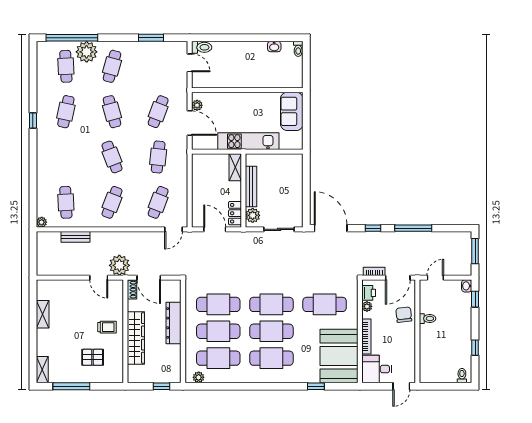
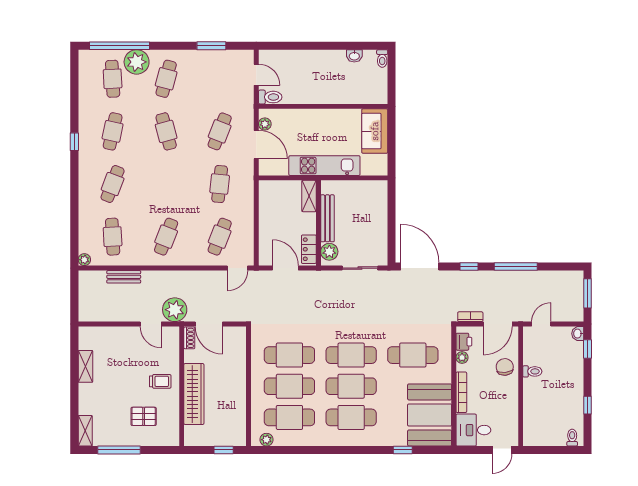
toilet: (202, 47) -> (270, 97), moved
cafe table: (112, 157) -> (113, 184), moved, turned 42
dresser: (174, 323) -> (238, 377), removed

